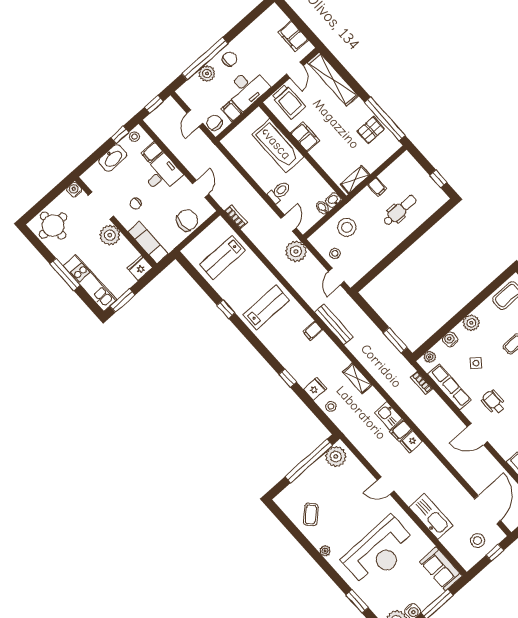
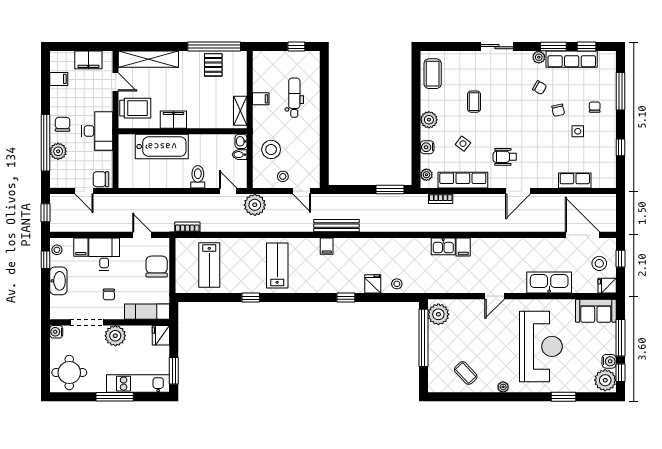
filing cabinet: (231, 111) -> (59, 79), moved, turned 180
shelving: (357, 378) -> (393, 245), removed
fridge: (411, 442) -> (607, 286), moved, turned 90

